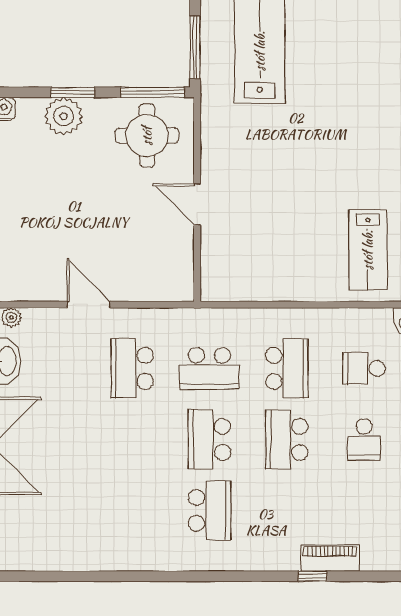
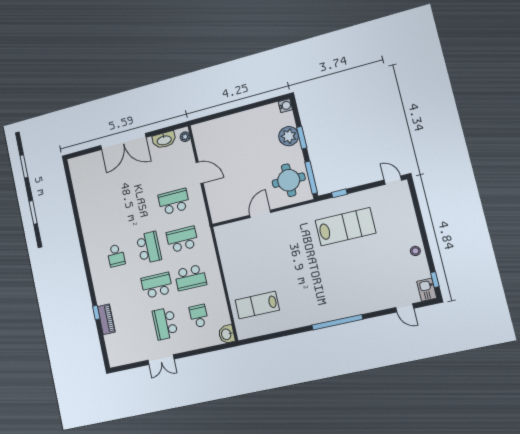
window: (195, 47) -> (339, 193), width x0.46
door: (89, 305) -> (200, 173), hinge flipped
school desk: (209, 368) -> (182, 239), turned 90
school desk: (209, 439) -> (149, 247), turned 90
school desk: (364, 439) -> (165, 324), width x1.85
school desk: (209, 510) -> (116, 255), width x0.54

